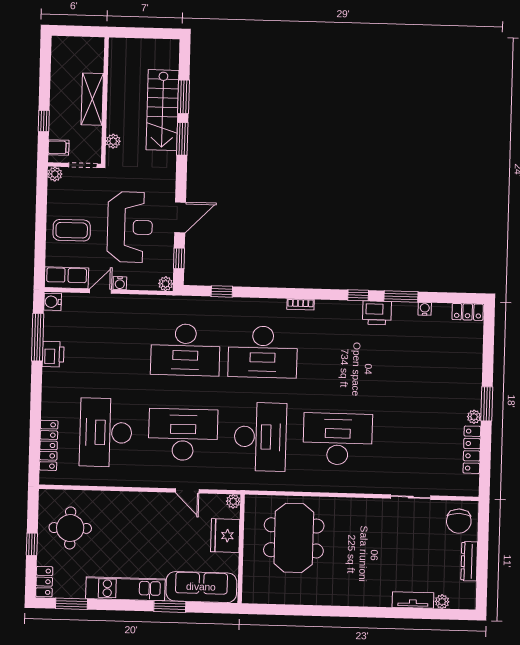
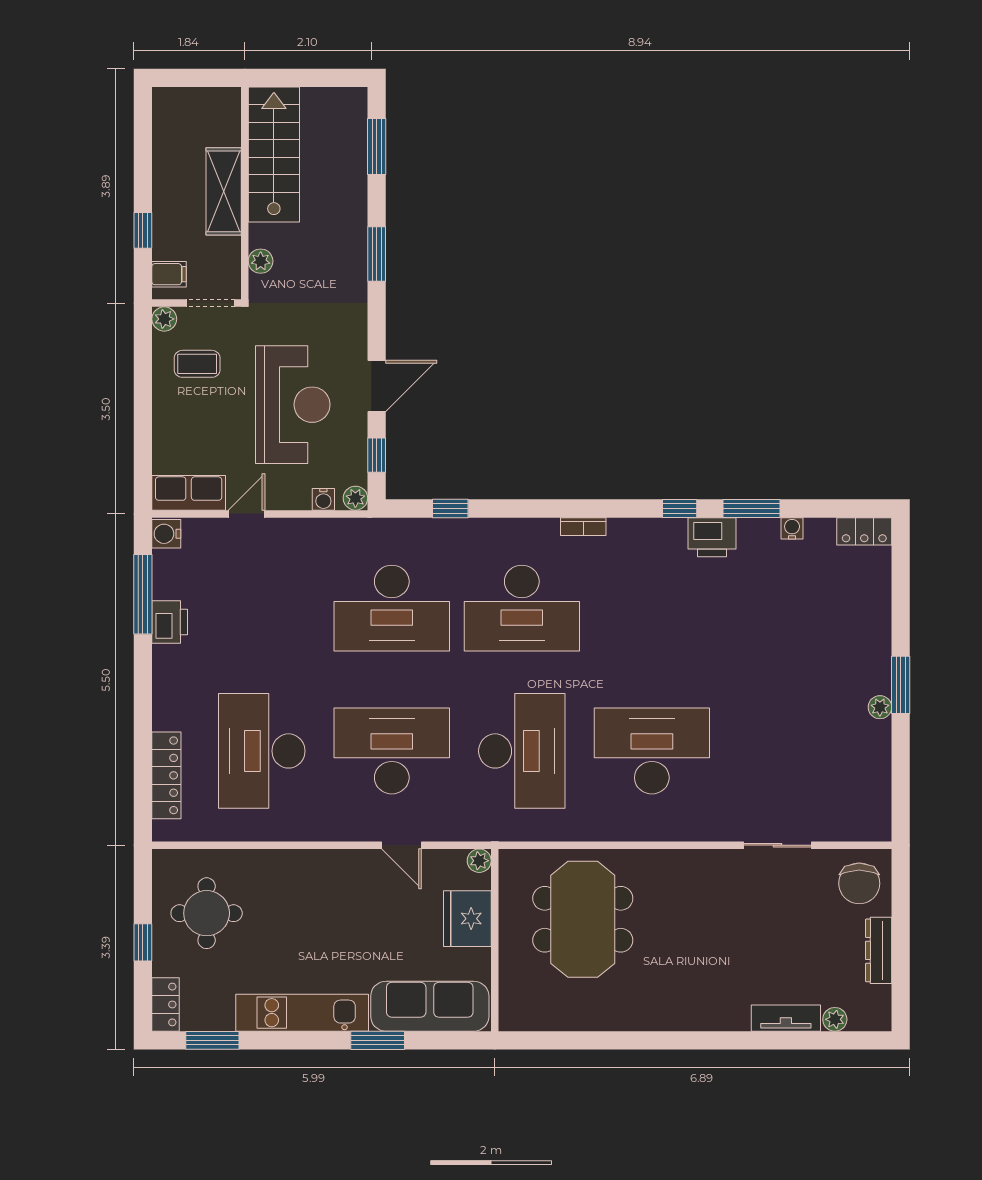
window: (183, 97) -> (377, 147), moved
stairs: (163, 110) -> (274, 155), moved, turned 180
coffee table: (72, 230) -> (197, 364), moved, width x0.73, depth x0.77
water cooler: (120, 283) -> (323, 499), moved
locker: (472, 450) -> (878, 763), removed

